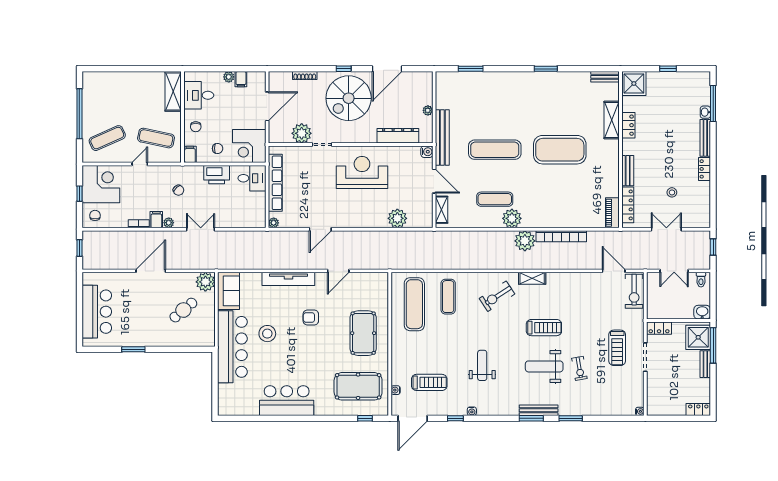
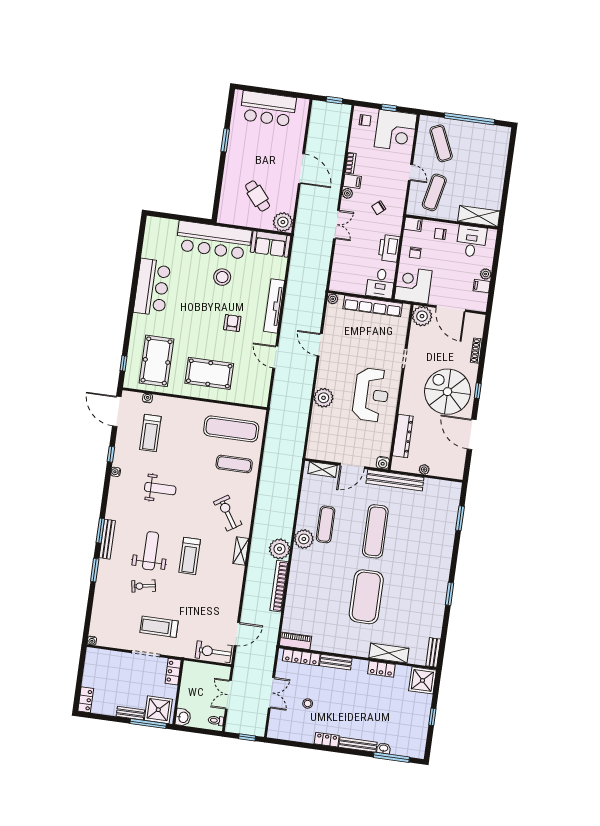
plant: (302, 133) -> (422, 316), moved
plant: (397, 218) -> (324, 398), moved

